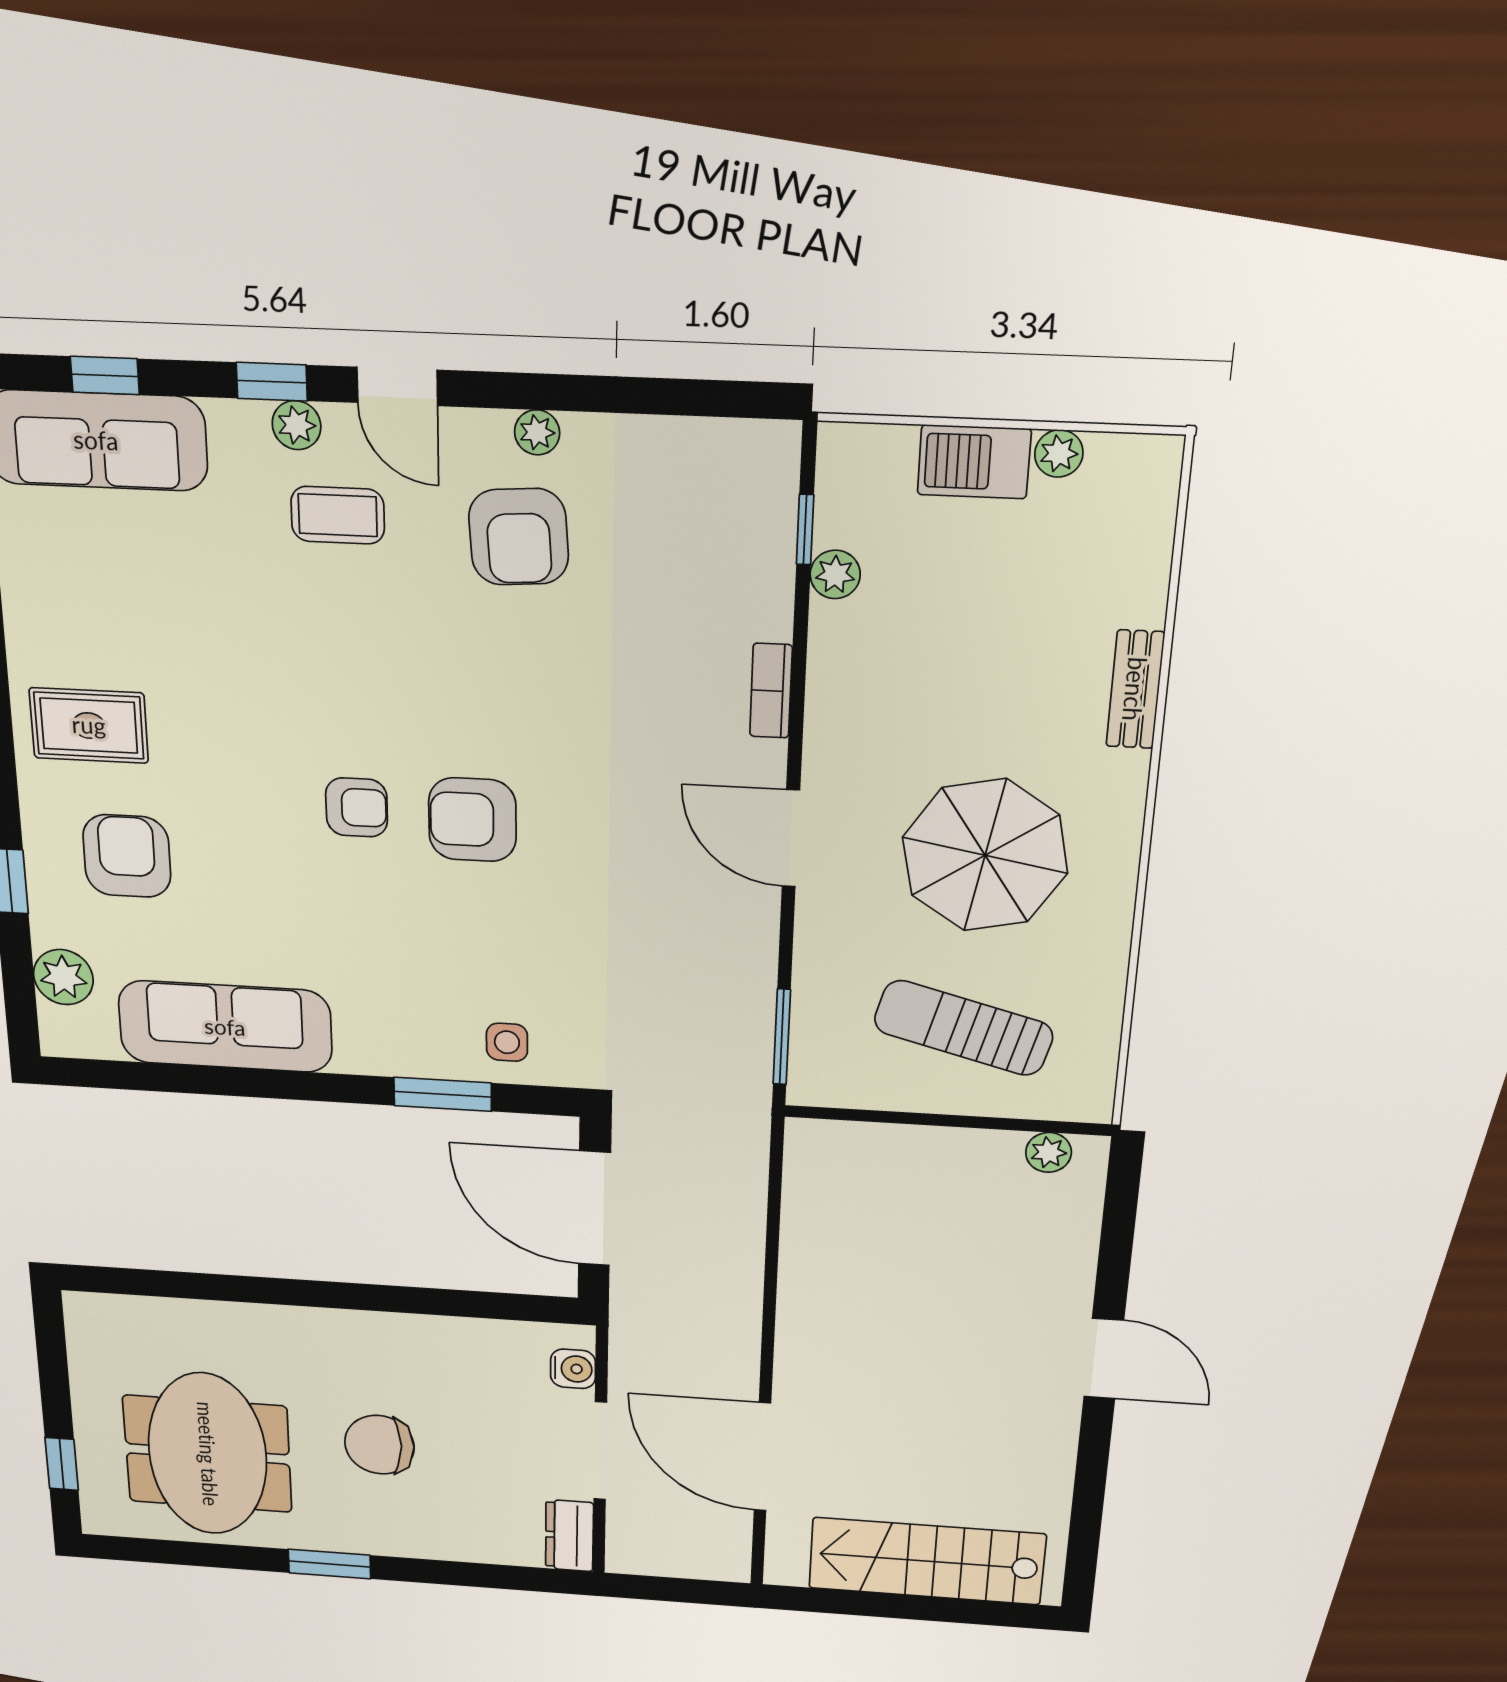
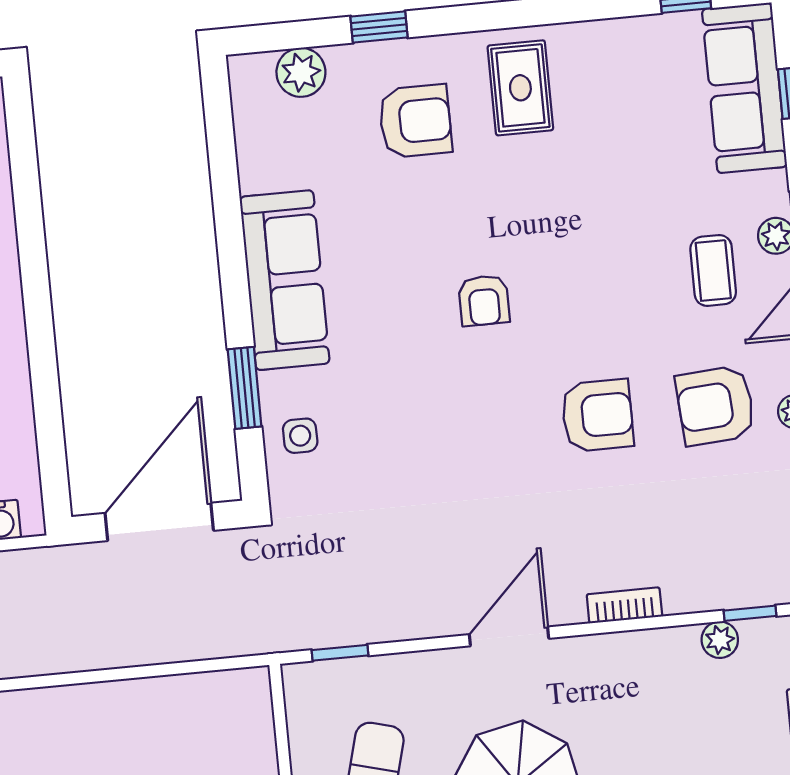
armchair: (472, 820) -> (597, 415), moved, turned 90
sofa: (225, 1027) -> (285, 280), moved
window: (782, 1037) -> (340, 653), width x0.67

